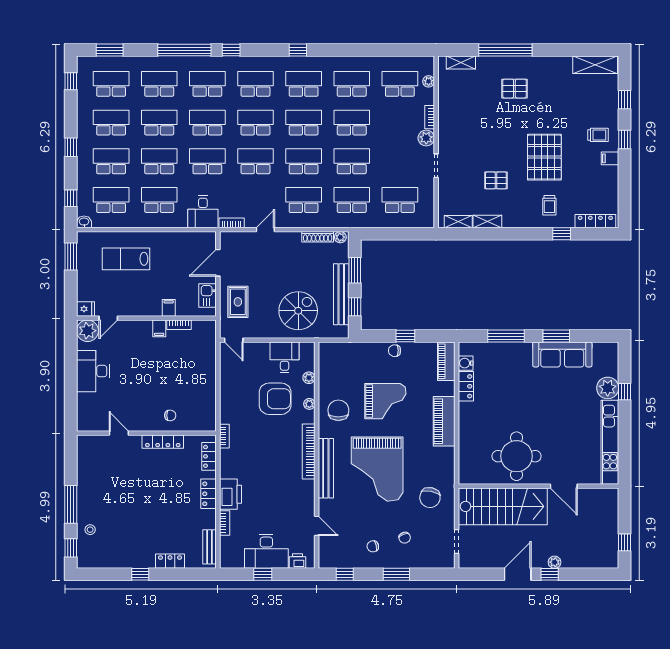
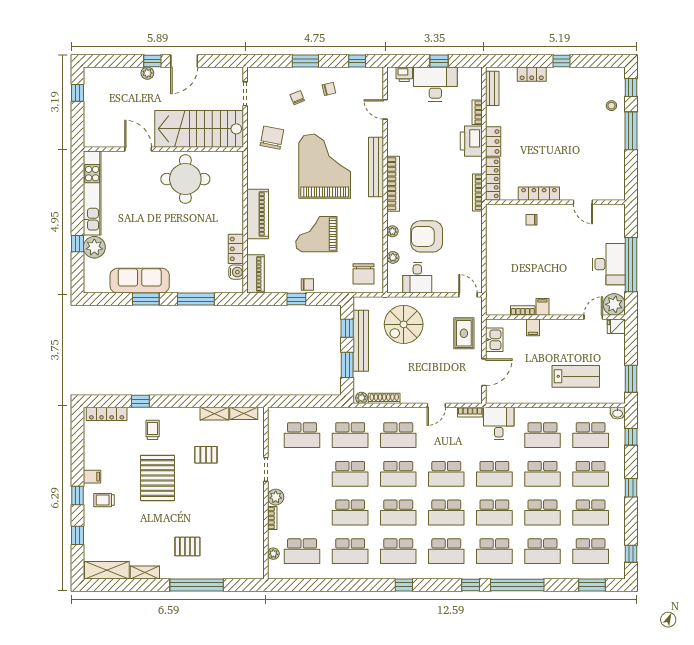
shelving: (461, 63) -> (145, 572), moved
window: (71, 370) -> (631, 265), added
chair: (338, 410) -> (363, 274), moved
bookcase: (224, 436) -> (477, 192), width x1.56
locker: (209, 456) -> (493, 179), width x1.53

